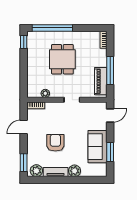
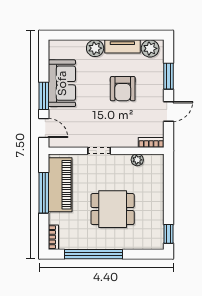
window: (52, 28) -> (94, 254), moved
dining table: (62, 59) -> (113, 209), turned 90
piano: (101, 81) -> (60, 185), width x1.37, depth x1.33
door: (110, 115) -> (44, 128), swing flipped
window: (110, 152) -> (44, 96), moved
window: (24, 163) -> (168, 76), moved

